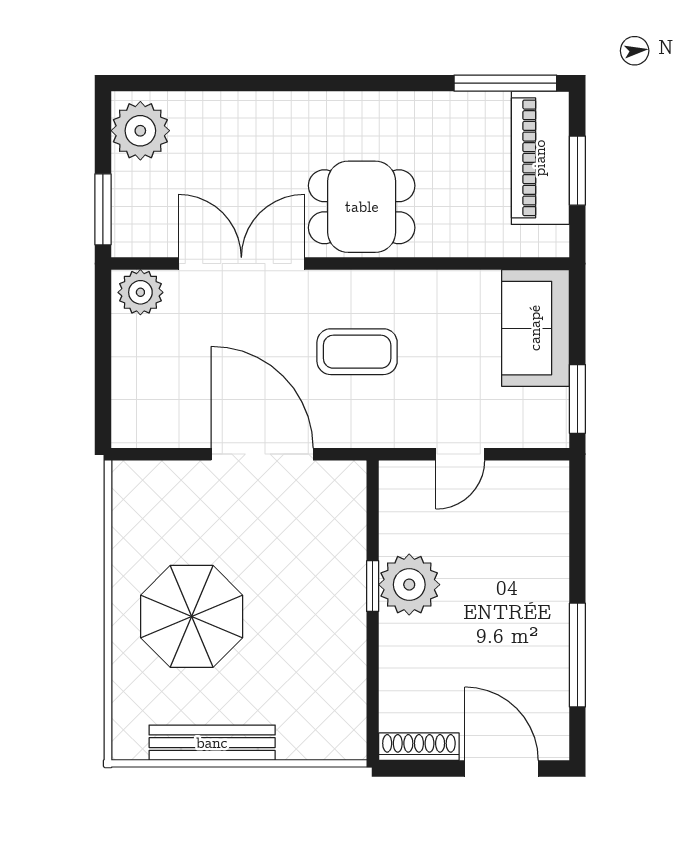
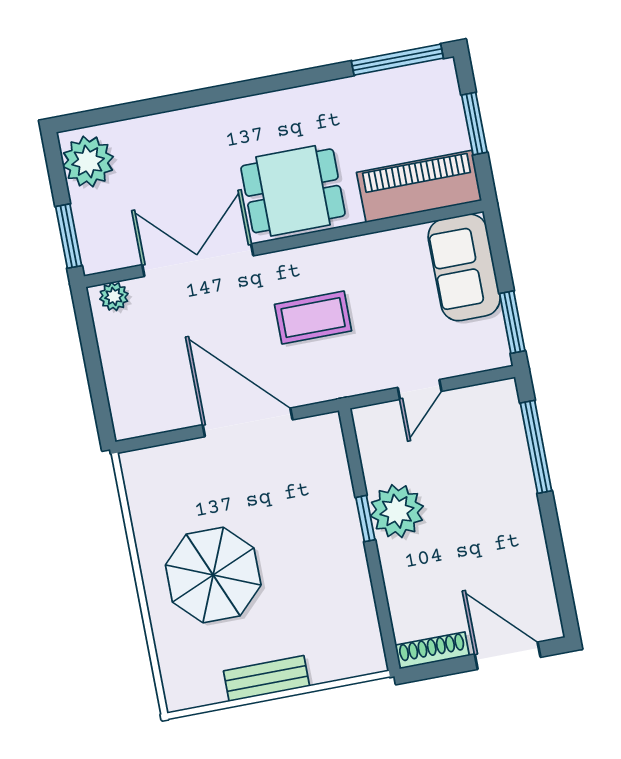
piano: (540, 158) -> (419, 186), moved, turned 90
plant: (140, 292) -> (114, 296), width x0.73, depth x0.73
window: (577, 655) -> (536, 447), moved
bench: (212, 743) -> (267, 678), width x0.73

